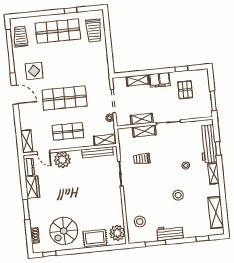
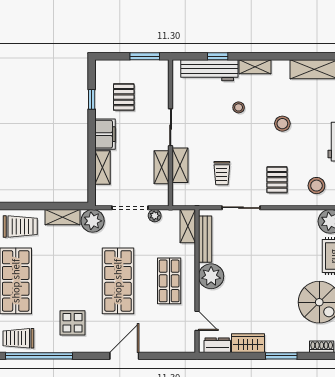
plant: (102, 77) -> (93, 221), added
pallet: (185, 90) -> (124, 97), turned 90
door: (15, 95) -> (124, 356), moved
shelving: (27, 141) -> (62, 217), moved
door: (44, 152) -> (197, 321), hinge flipped
plant: (62, 160) -> (211, 276), moved
pallet: (141, 195) -> (277, 180), added

